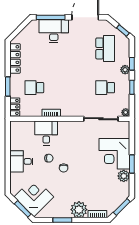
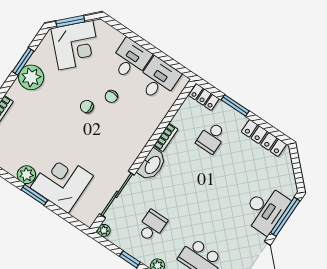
school desk: (34, 88) -> (211, 138), turned 180
washbasin: (71, 110) -> (152, 165), added
desk: (46, 133) -> (158, 79), moved, turned -90
plant: (79, 210) -> (31, 77), moved

